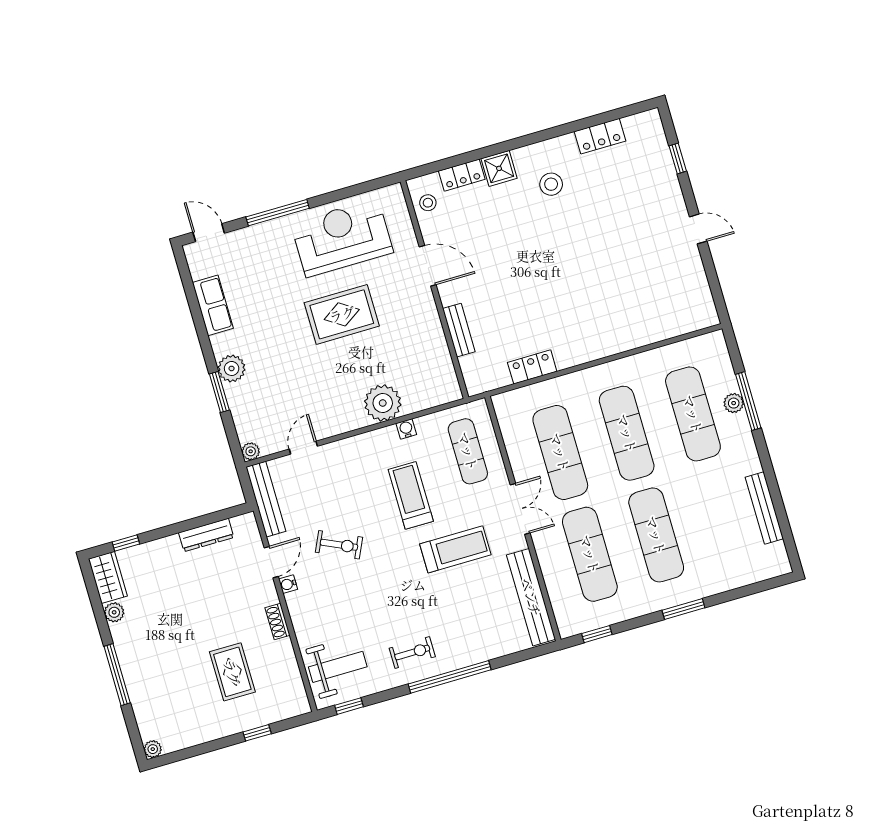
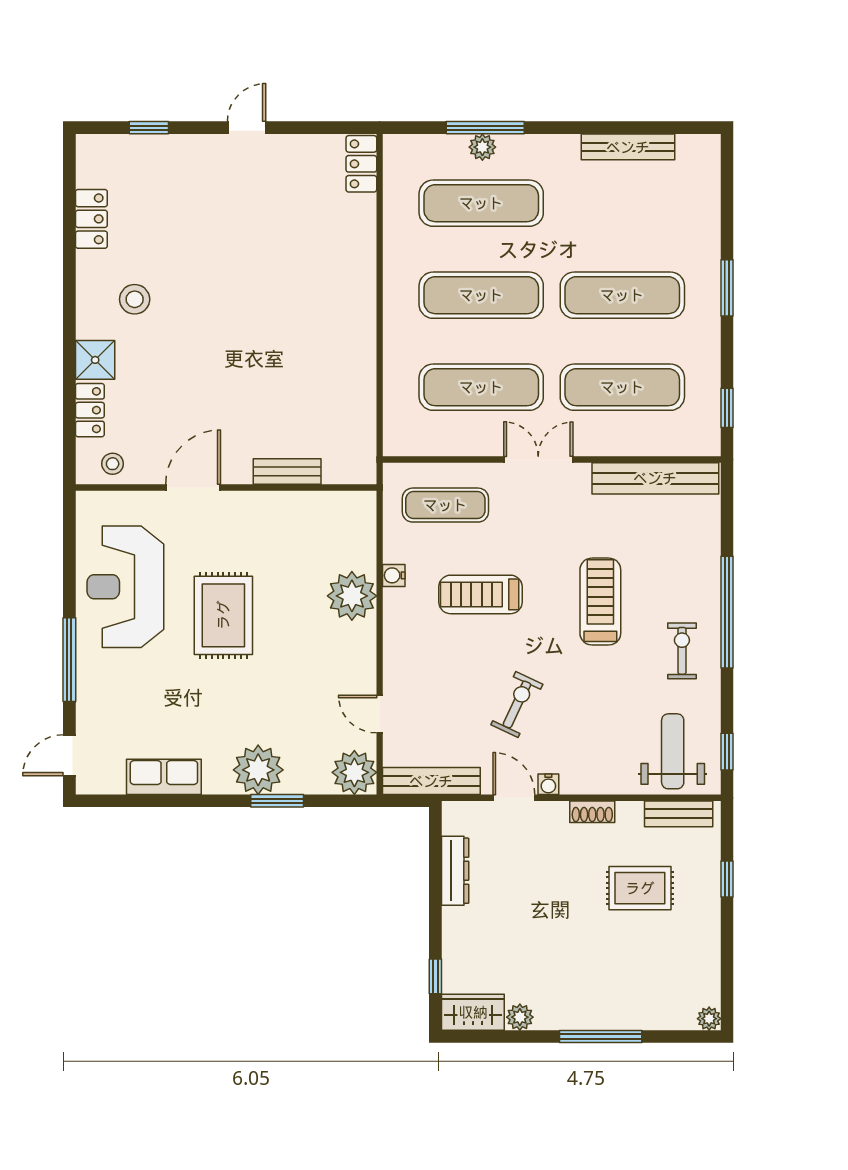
locker: (532, 367) -> (361, 164), moved
plant: (232, 368) -> (258, 770), width x1.36, depth x1.36
plant: (251, 451) -> (354, 772), width x1.87, depth x1.87
treadmill: (455, 549) -> (600, 602), moved
bench: (294, 684) -> (679, 814), added

